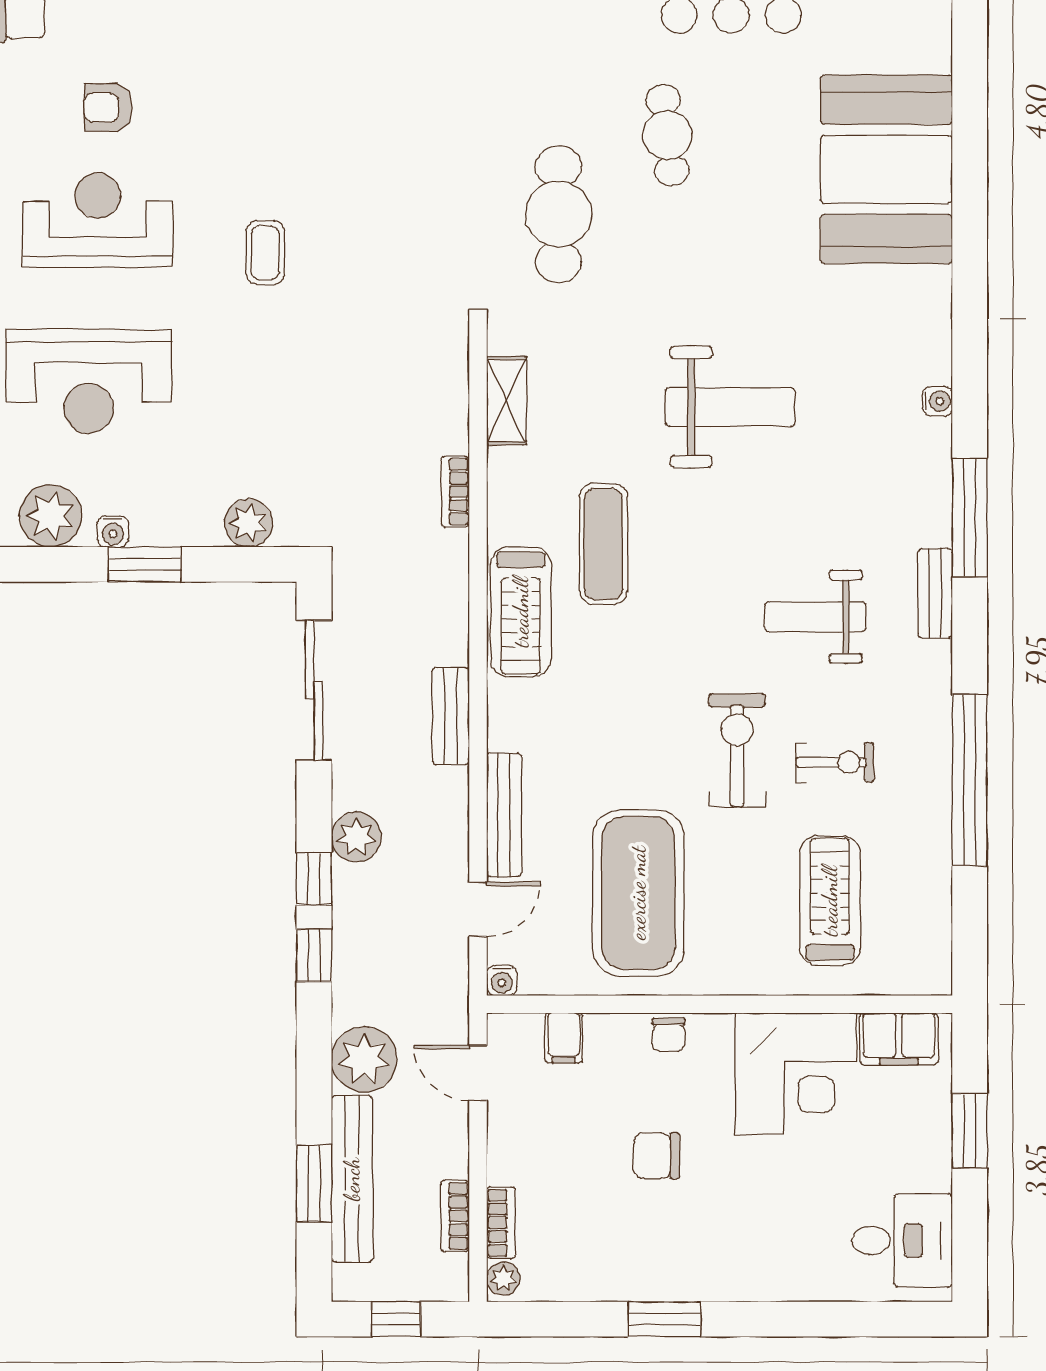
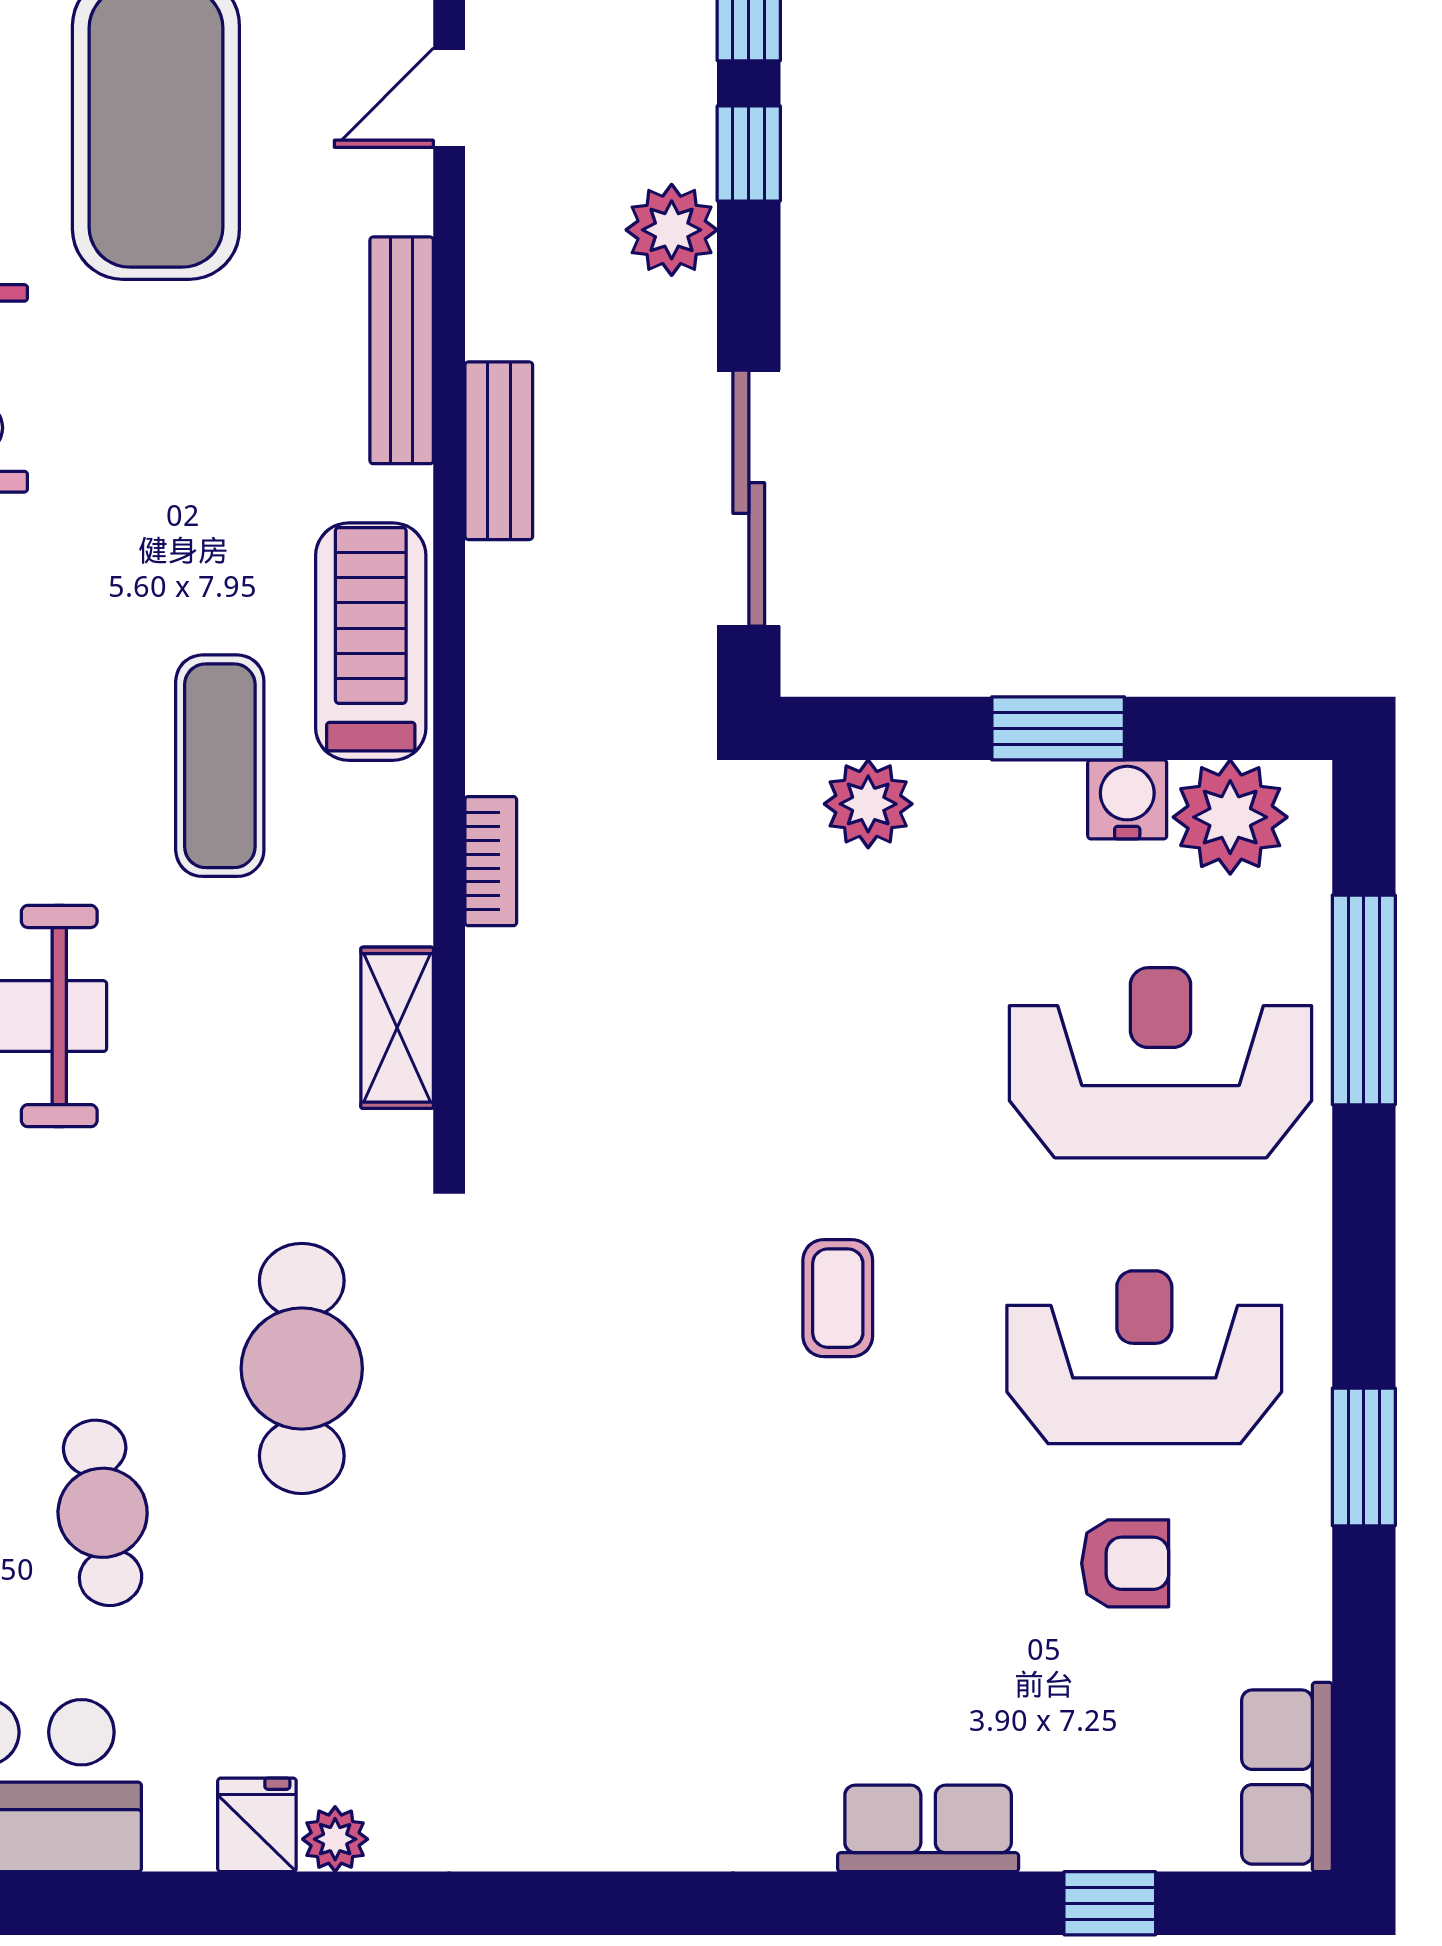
reception desk: (98, 220) -> (1144, 1357), turned 180
water cooler: (113, 531) -> (1127, 799), width x1.38, depth x1.38
bench: (504, 815) -> (402, 350), moved

